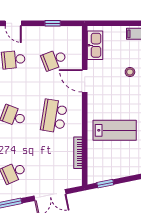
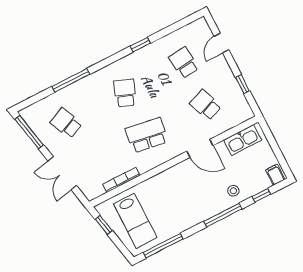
door: (85, 81) -> (200, 148), swing flipped
lab bench: (115, 130) -> (135, 221), moved

